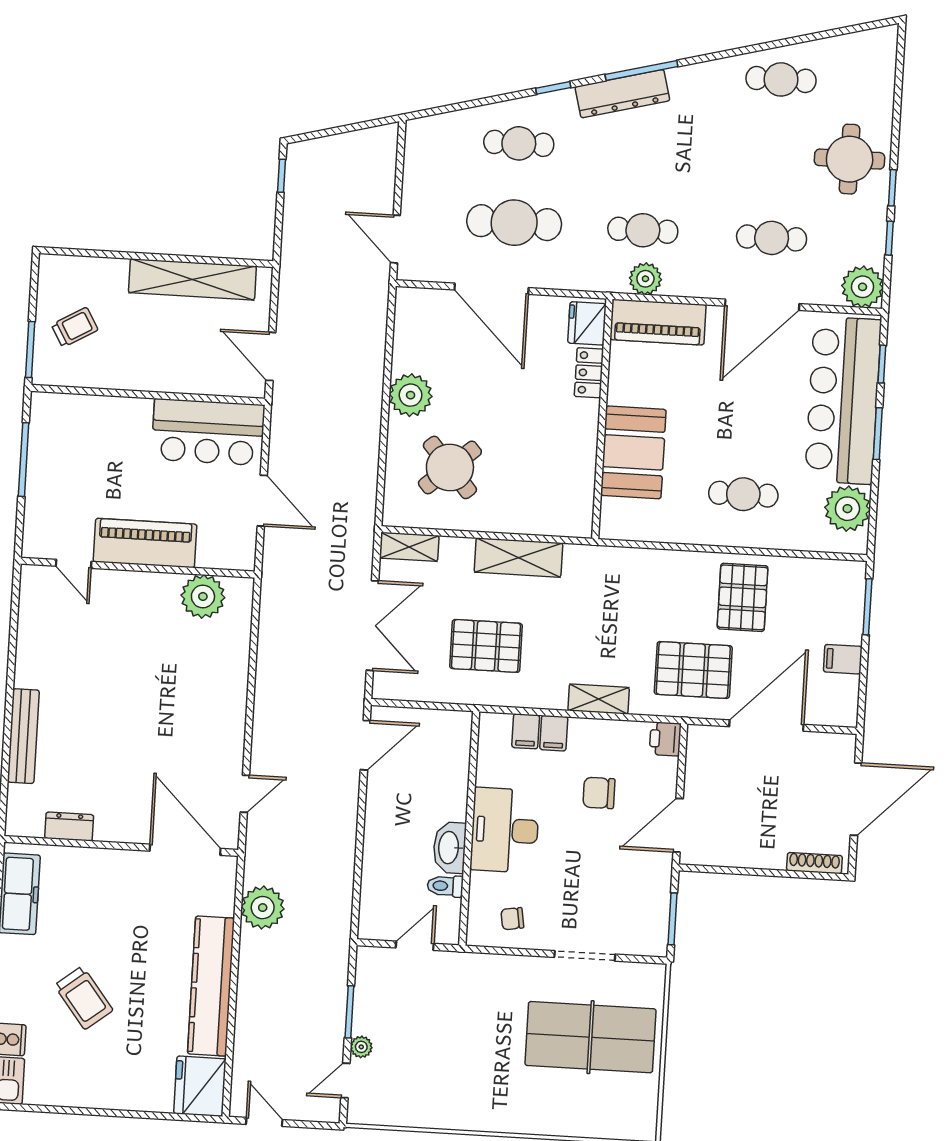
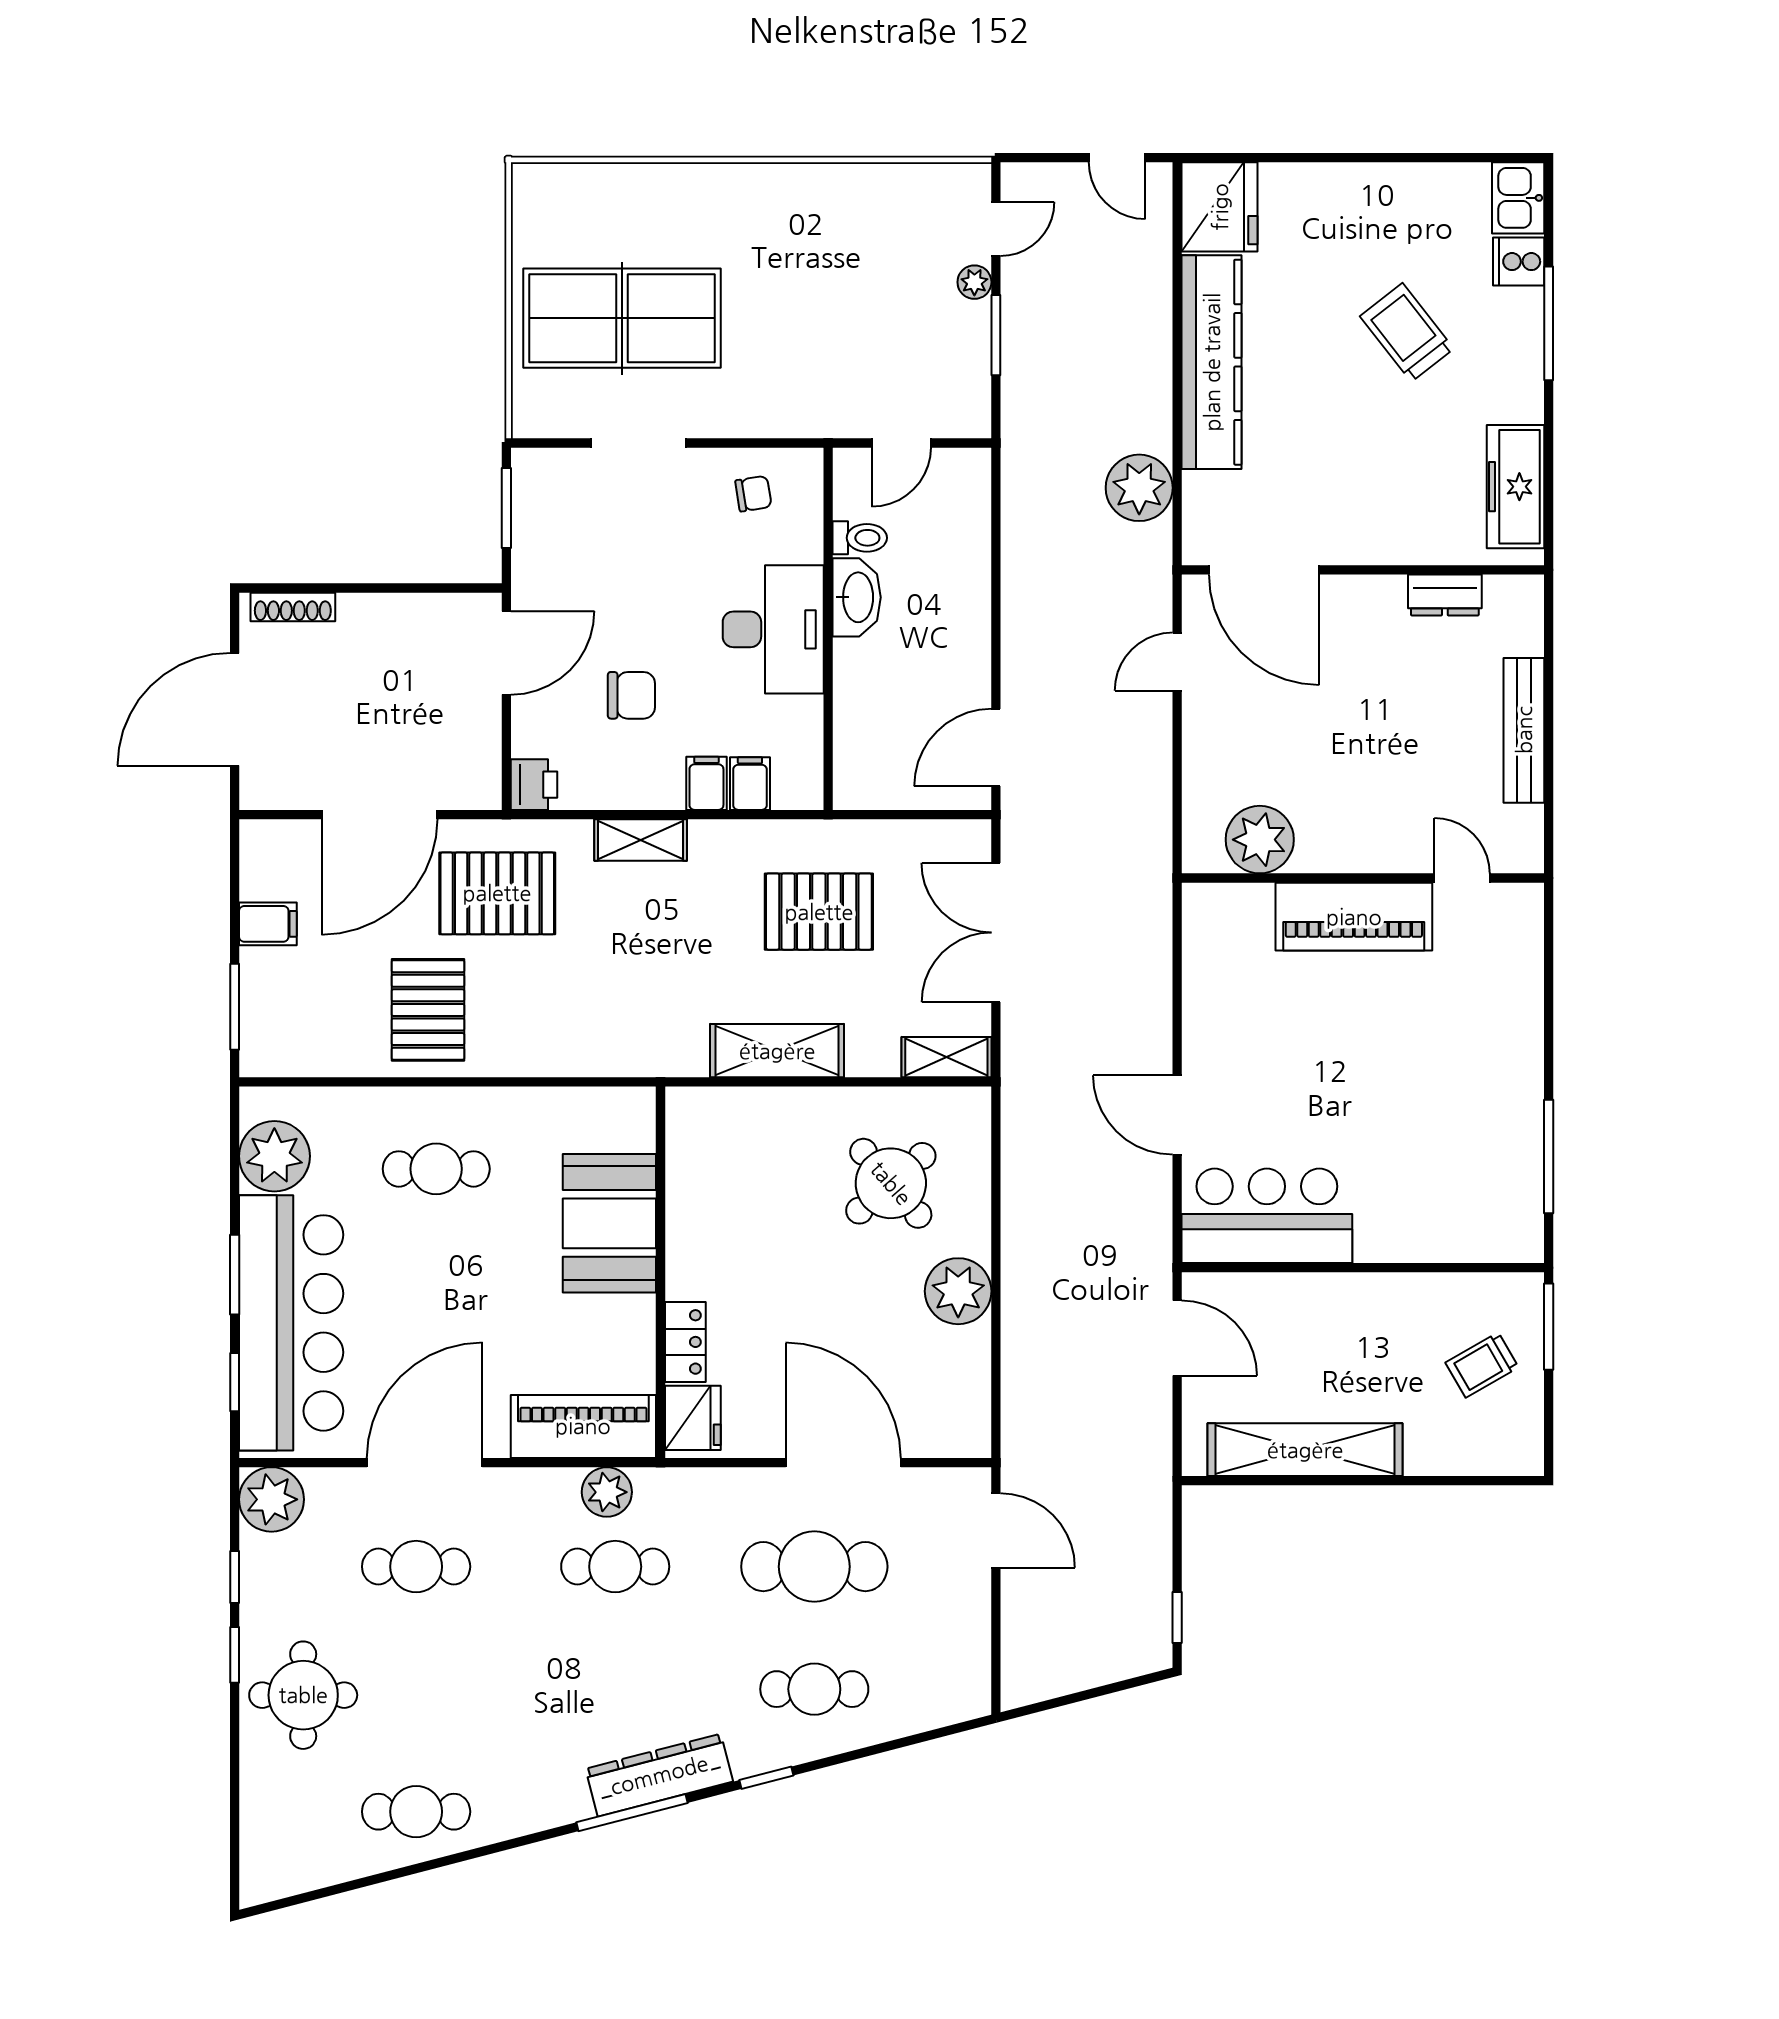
piano: (145, 543) -> (1354, 917), moved
door: (74, 564) -> (1462, 878), moved
wall: (138, 568) -> (1363, 878), moved
plant: (203, 596) -> (1260, 840), moved

